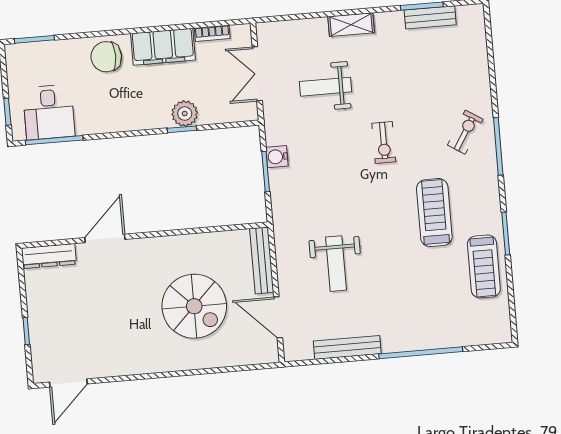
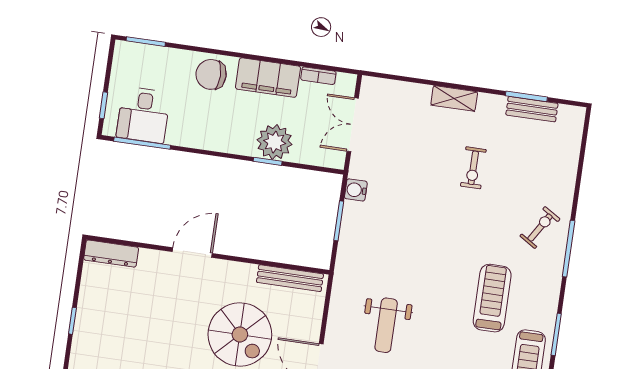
weight bench: (326, 87) -> (416, 152), removed
plant: (185, 114) -> (275, 142), width x1.36, depth x1.36
exercise bike: (384, 143) -> (473, 168), moved
water cooler: (277, 157) -> (356, 190), moved
door: (105, 238) -> (192, 253), moved
bench: (262, 260) -> (290, 278), moved, turned 90

